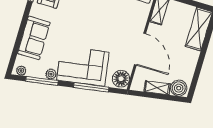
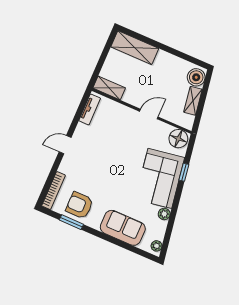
door: (140, 49) -> (149, 114), width x0.53
window: (42, 81) -> (170, 225), removed
window: (91, 87) -> (184, 172), width x0.46

